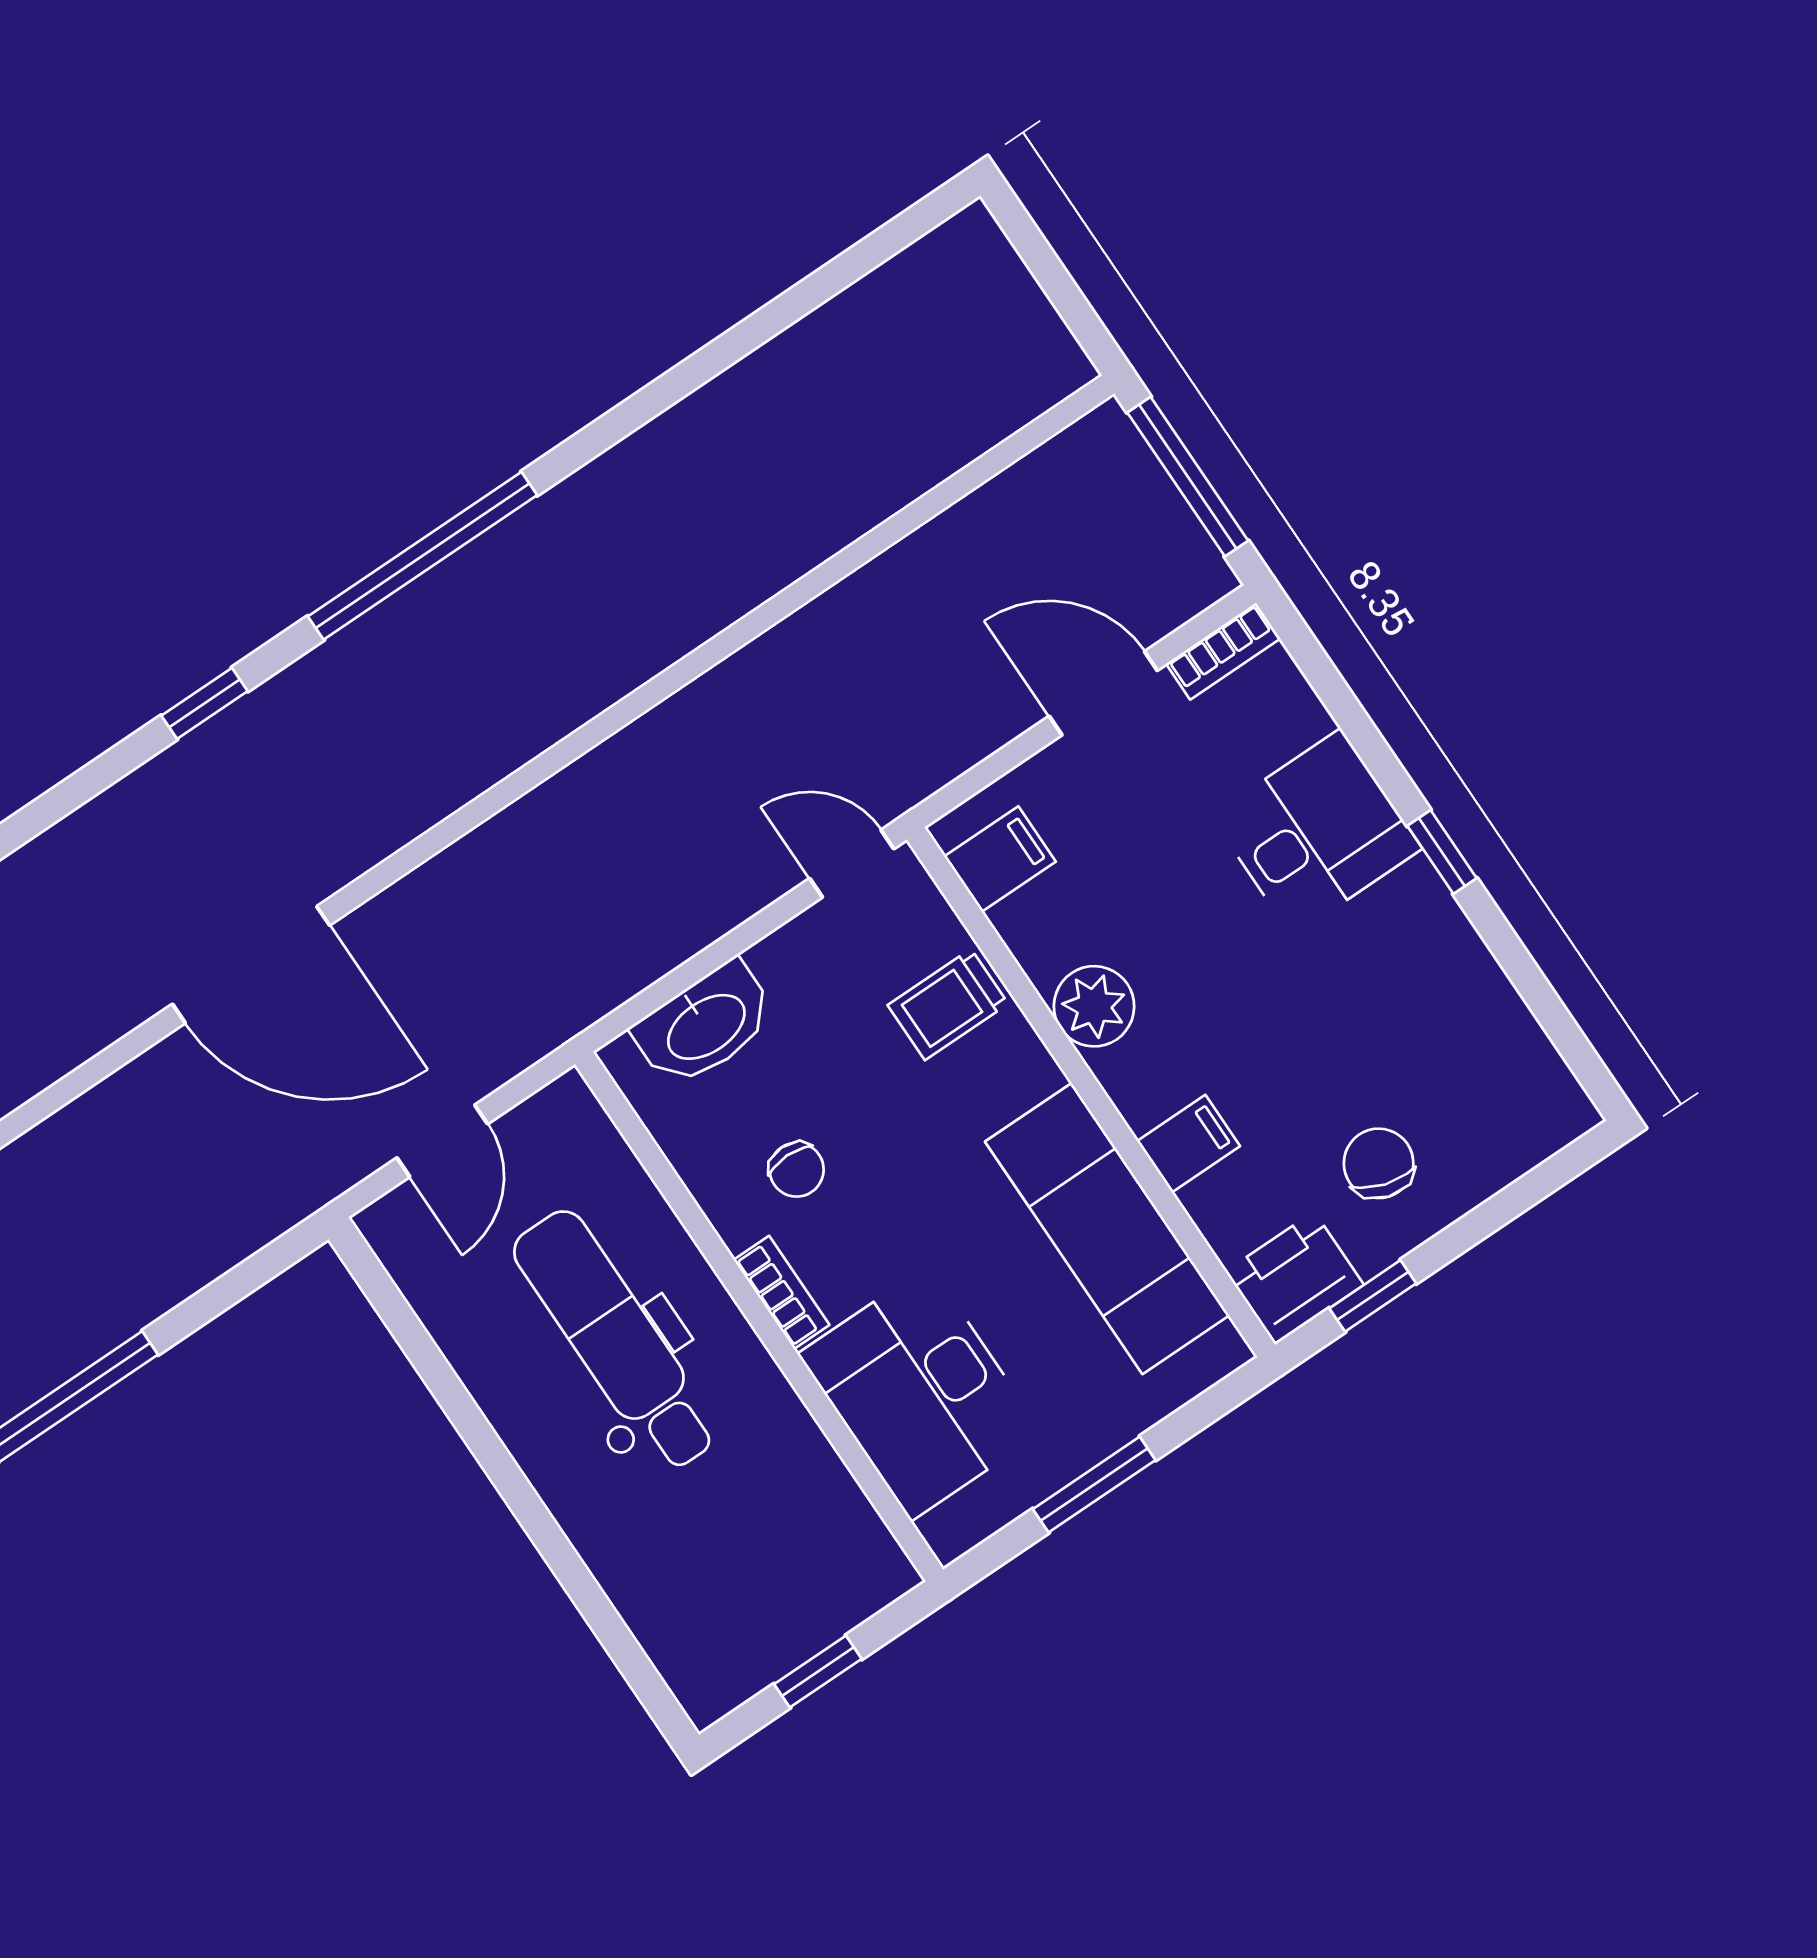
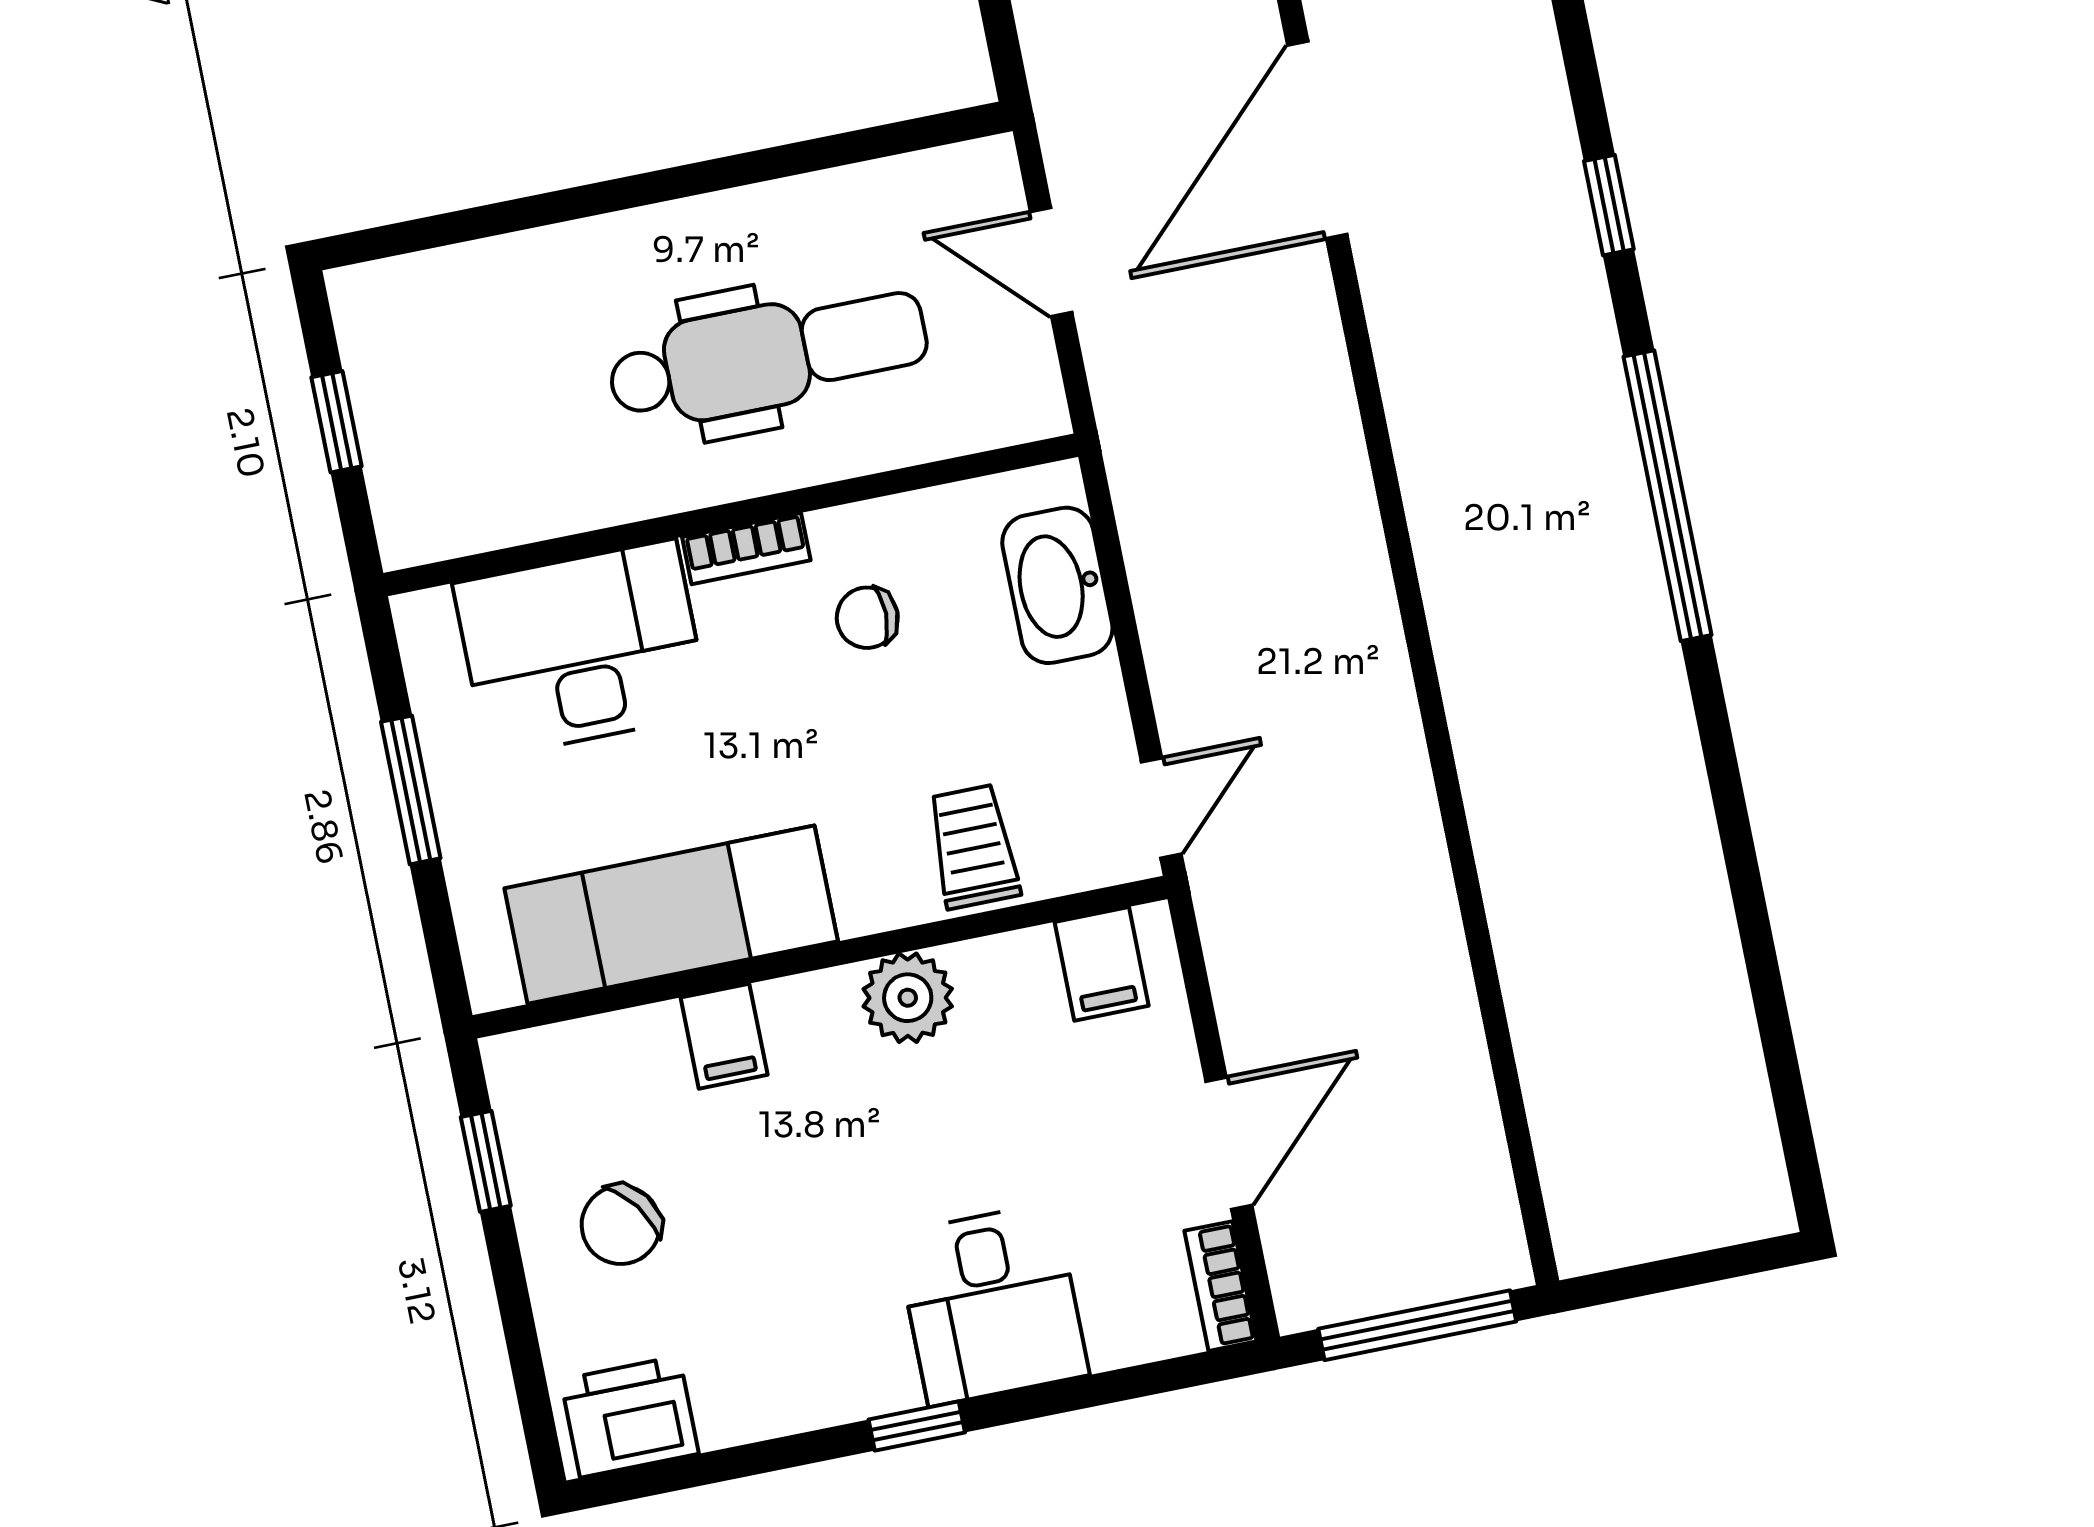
chair: (1379, 1163) -> (621, 1225), turned 127
printer: (1295, 1278) -> (630, 1417), moved, turned -90

